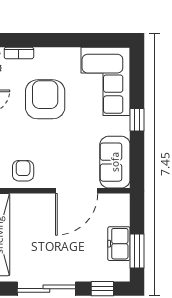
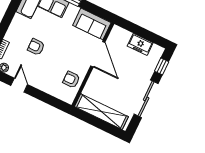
armchair: (45, 99) -> (36, 47), width x0.53, depth x0.53
window: (137, 251) -> (150, 36), removed

